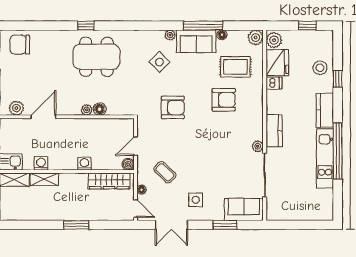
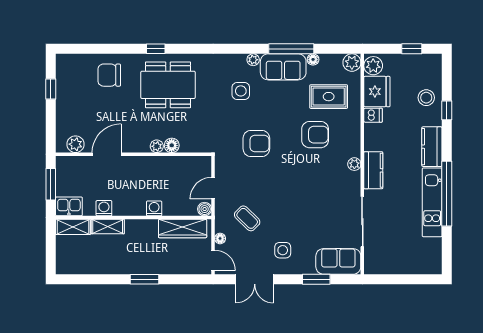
chair: (20, 45) -> (109, 75), moved
side table: (159, 62) -> (241, 91), turned 45
plant: (258, 146) -> (354, 164), moved

